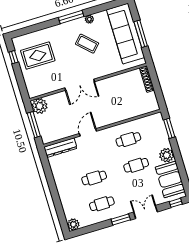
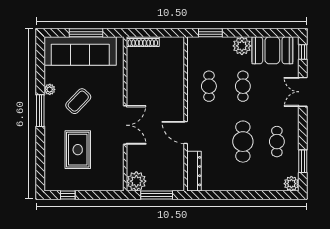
rug: (38, 56) -> (78, 150), moved
cafe table: (94, 178) -> (243, 142), width x1.37, depth x1.35
window: (121, 219) -> (303, 161), moved

